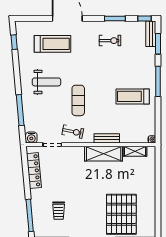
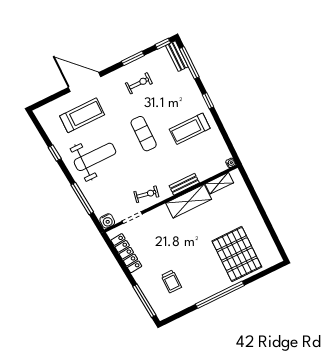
window: (14, 42) -> (55, 153), moved
window: (158, 44) -> (189, 63), width x1.44
window: (158, 81) -> (208, 101), width x0.46
weight bench: (46, 82) -> (95, 157), width x1.36, depth x1.33
exercise mat: (78, 100) -> (144, 134), moved

